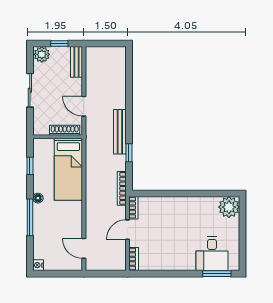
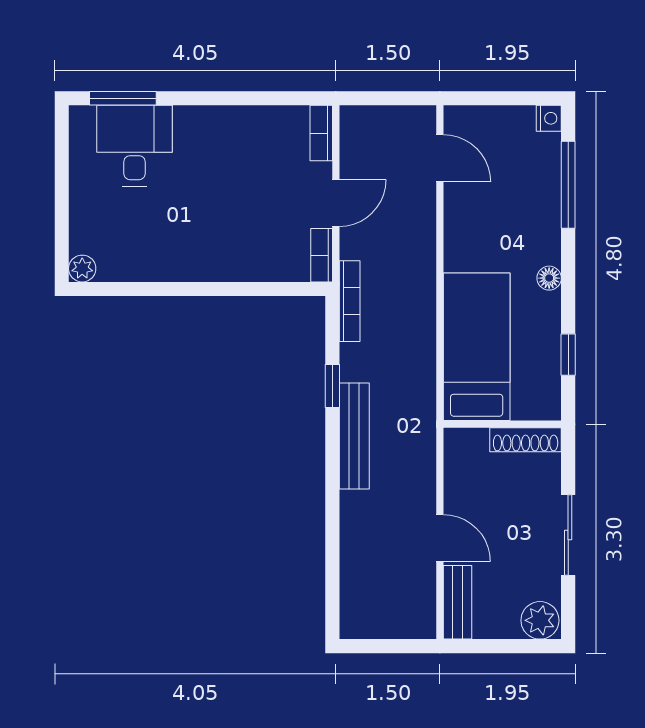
window: (59, 44) -> (498, 646), removed
door: (84, 106) -> (440, 538), moved
shoe rack: (65, 130) -> (526, 440), moved
plant: (229, 207) -> (82, 269), width x0.53, depth x0.53
window: (30, 217) -> (568, 185), moved

